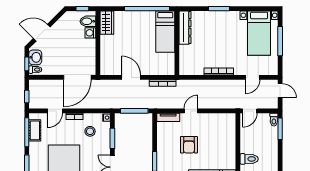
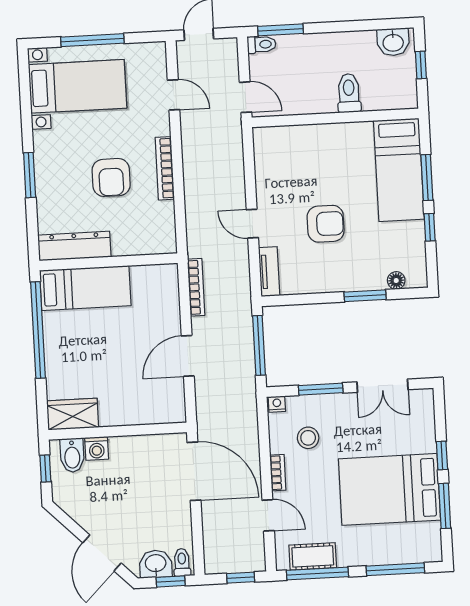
armchair: (216, 46) -> (111, 177), added

